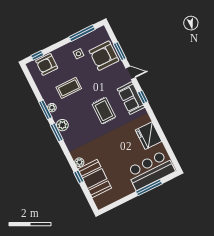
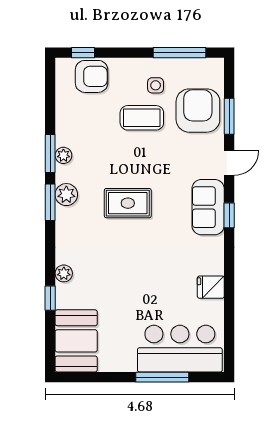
armchair: (104, 56) -> (198, 111), turned 90
armchair: (47, 64) -> (92, 76), turned 180
door: (131, 73) -> (229, 163), hinge flipped
coffee table: (69, 88) -> (142, 118), moved
rug: (104, 111) -> (128, 203), moved, turned 90
fridge: (149, 136) -> (211, 287), width x0.53, depth x0.75
booth: (95, 179) -> (76, 341), moved

